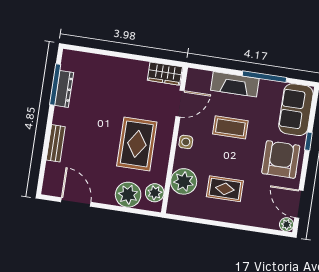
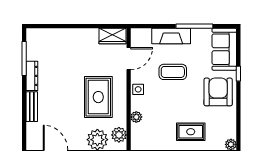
dresser: (64, 89) -> (32, 76), moved
plant: (184, 181) -> (136, 117), width x0.53, depth x0.53
rug: (225, 189) -> (191, 132), moved
door: (299, 204) -> (238, 126), removed

